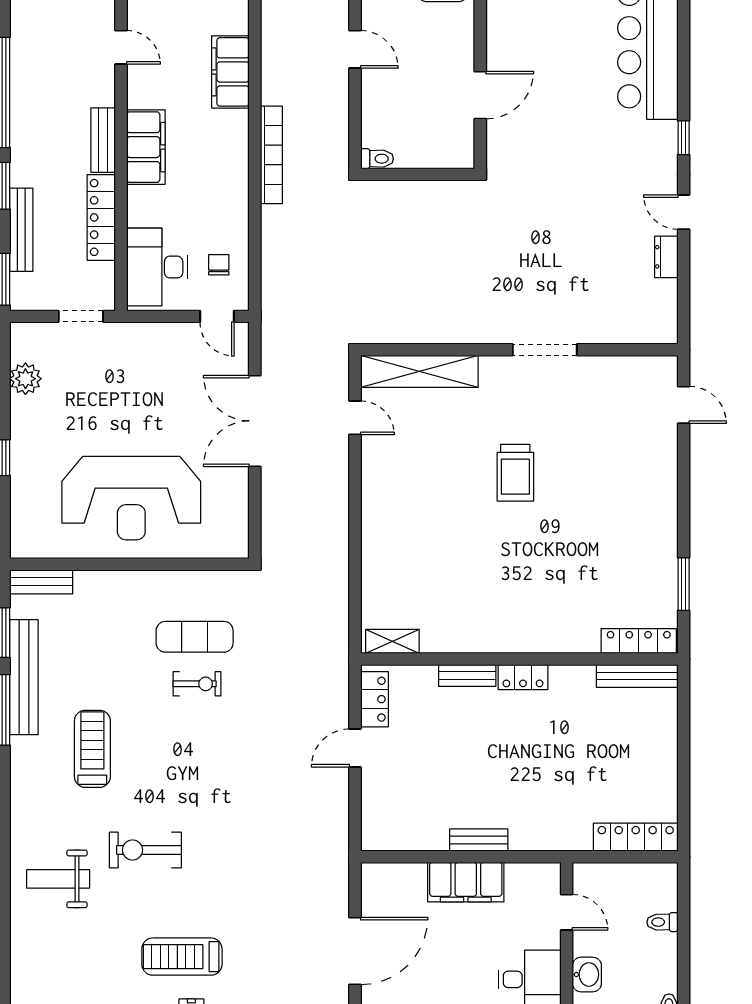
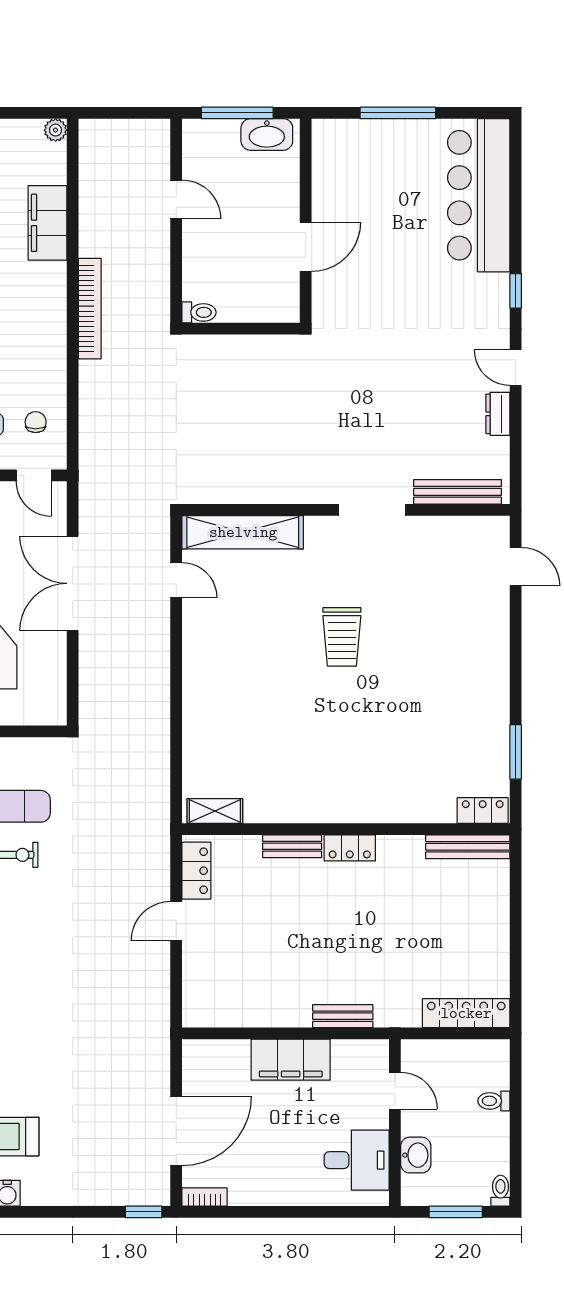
bench: (627, 332) -> (458, 492), added
locker: (639, 641) -> (483, 811), width x0.66
bench: (479, 840) -> (343, 1016), moved

